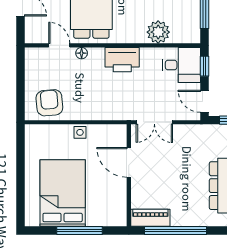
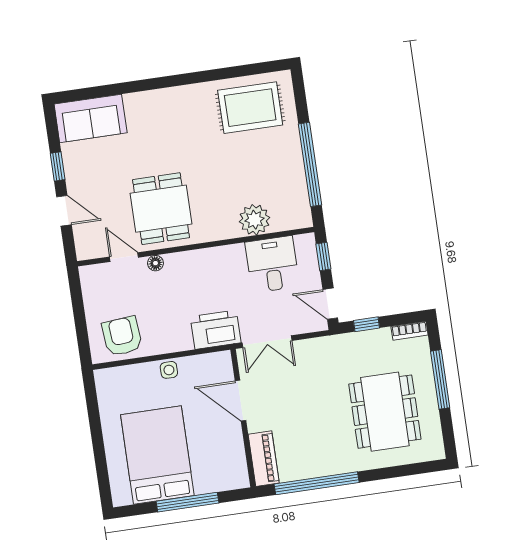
printer: (122, 60) -> (216, 330), moved, turned 180
desk: (181, 65) -> (272, 264), moved, turned -90
piano: (150, 218) -> (264, 459), moved, turned 90

